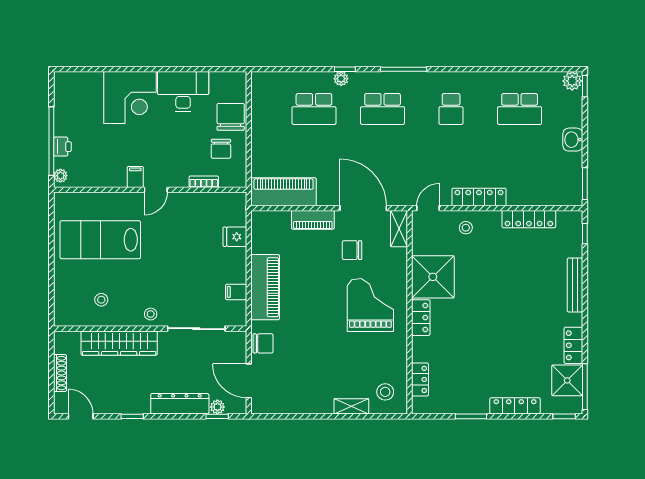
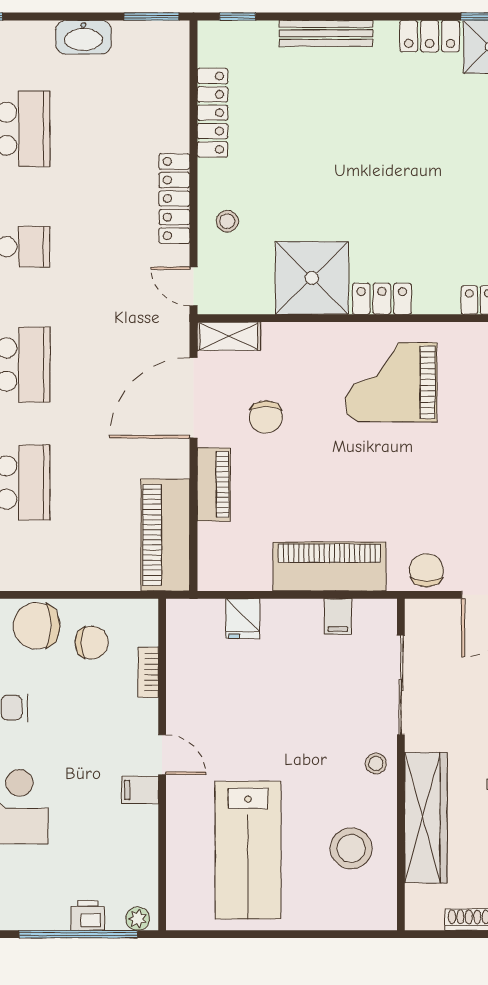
washbasin: (573, 140) -> (83, 37), width x1.38
stool: (101, 300) -> (351, 848), width x1.89, depth x1.89
grand piano: (370, 305) -> (391, 382), moved

